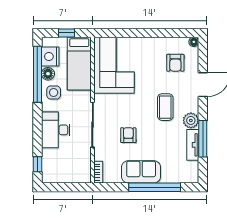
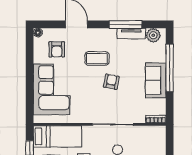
armchair: (175, 63) -> (57, 49), turned 90
corner sofa: (114, 65) -> (52, 89), moved, turned 90
plant: (191, 120) -> (153, 35), moved
armchair: (128, 135) -> (111, 82), moved, turned 101

